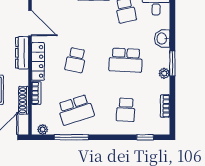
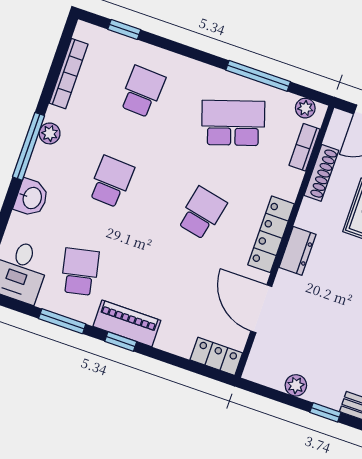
dresser: (22, 53) -> (298, 251), width x0.70
school desk: (126, 60) -> (111, 182), width x0.54
window: (172, 63) -> (29, 146), width x1.44
bookcase: (36, 93) -> (305, 147), moved
bookcase: (165, 106) -> (69, 74), width x1.56

